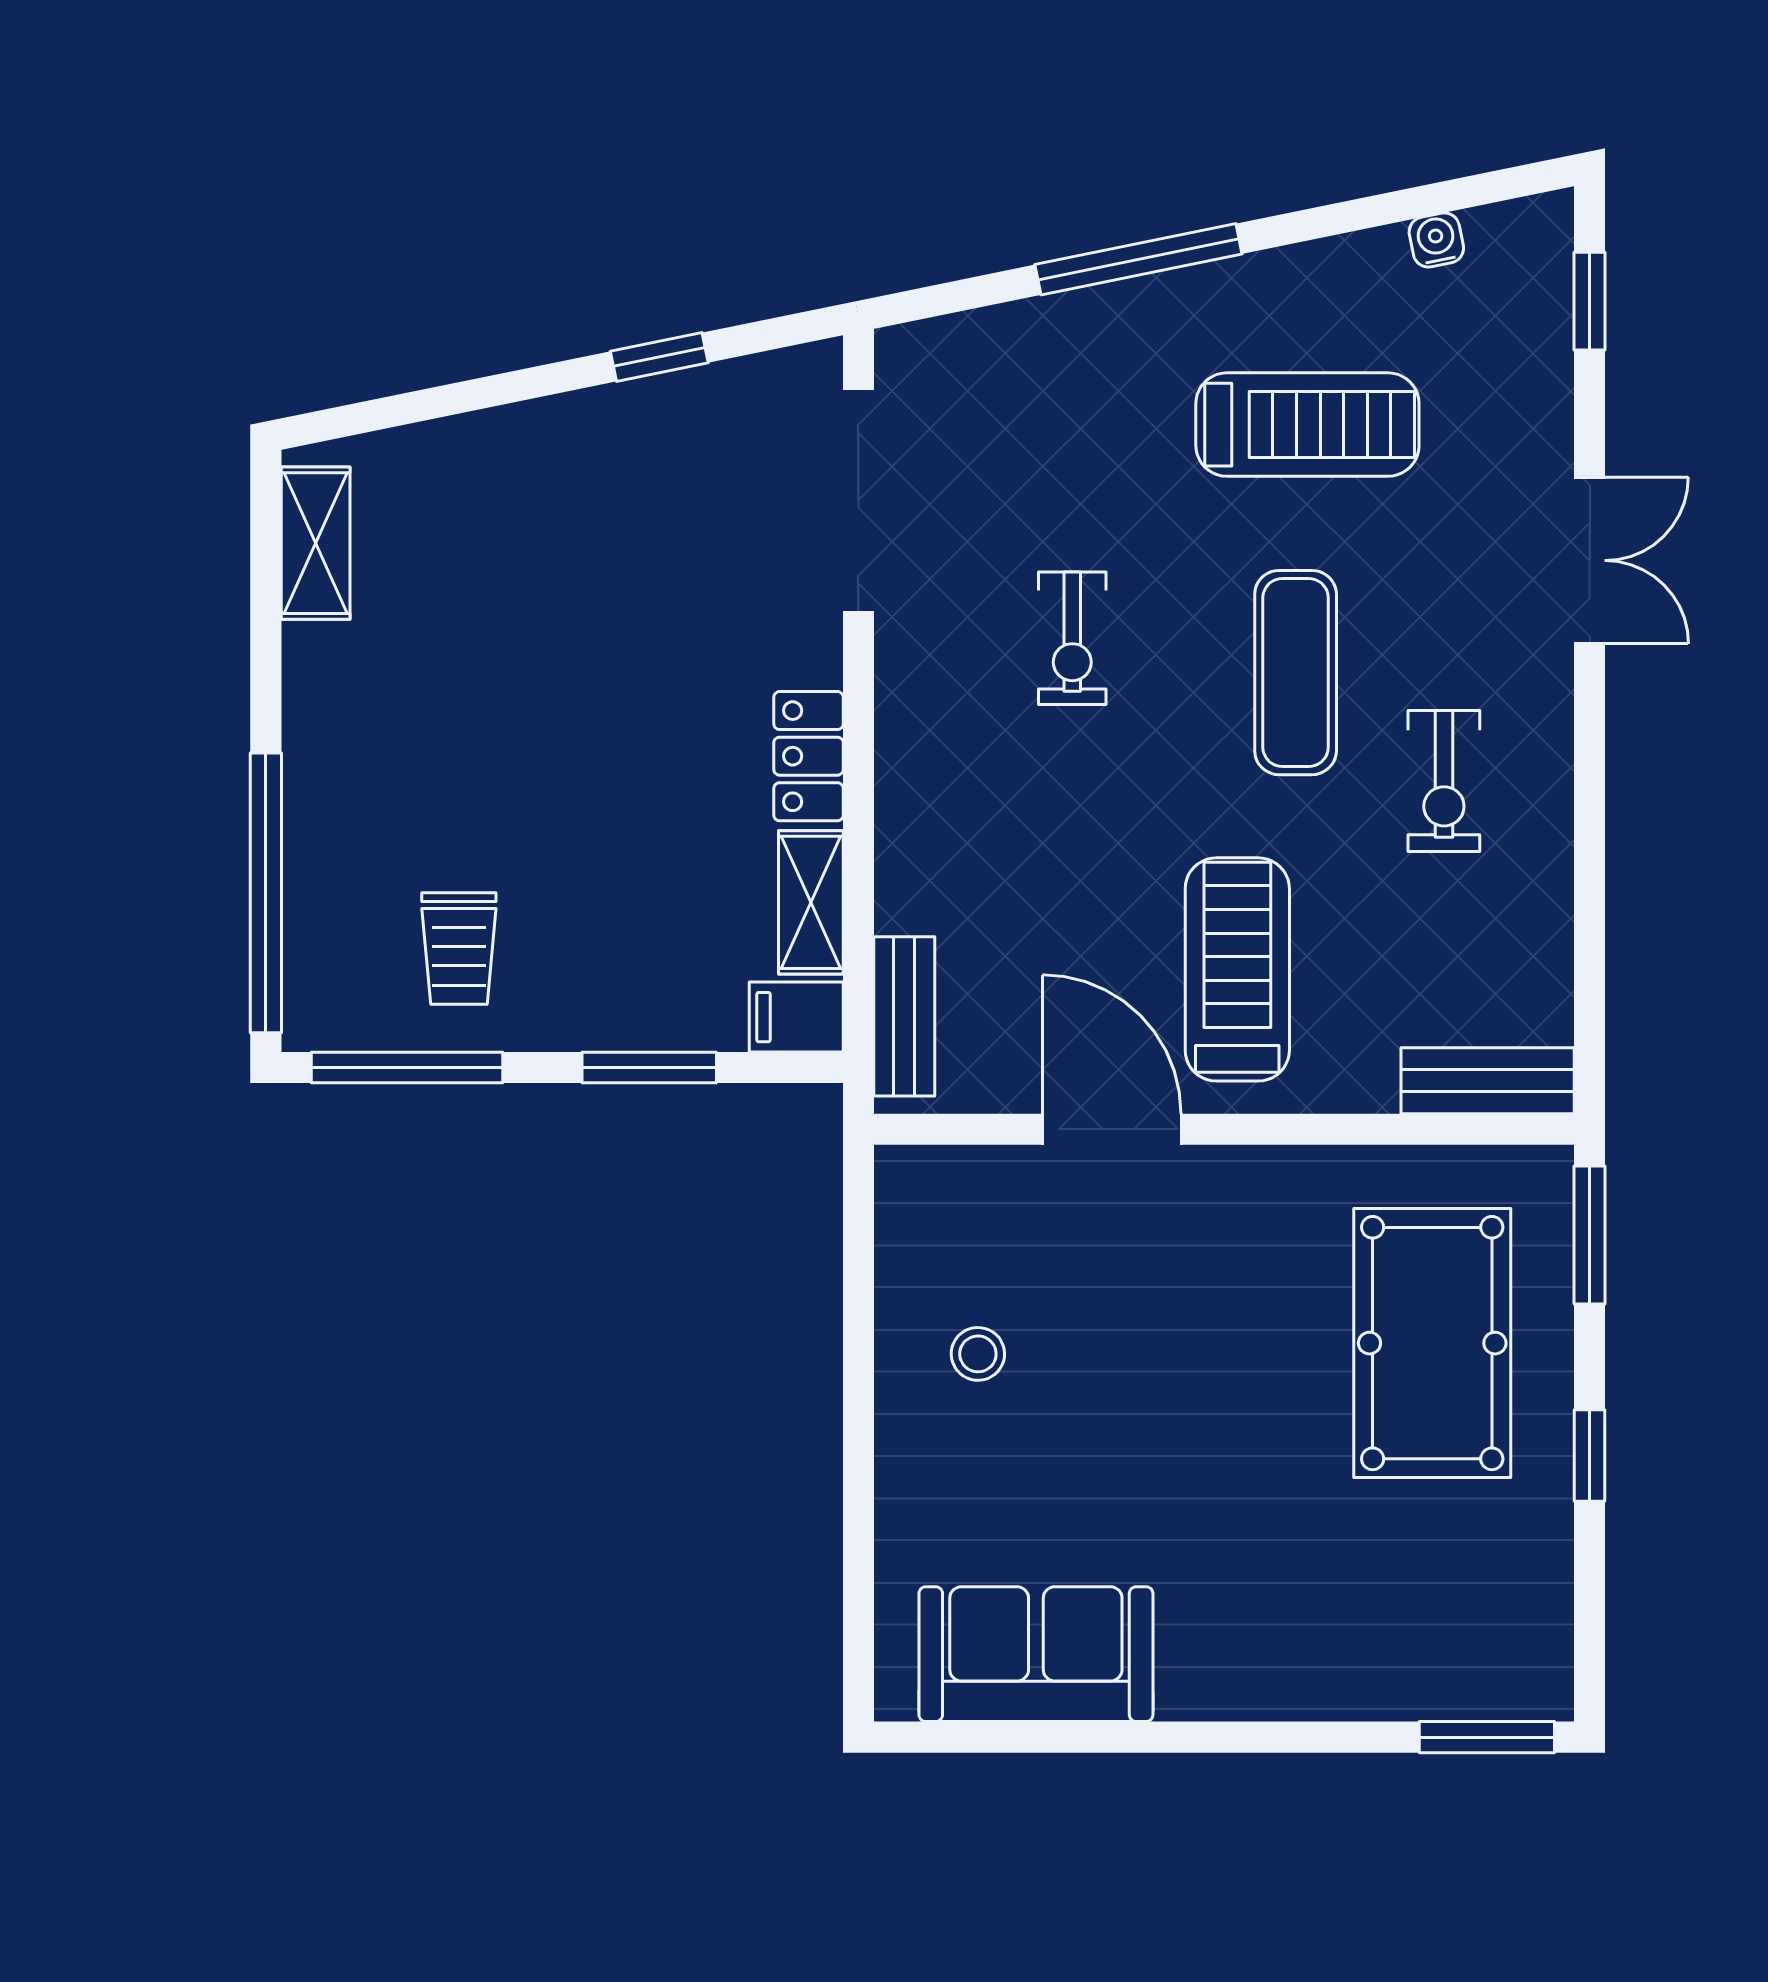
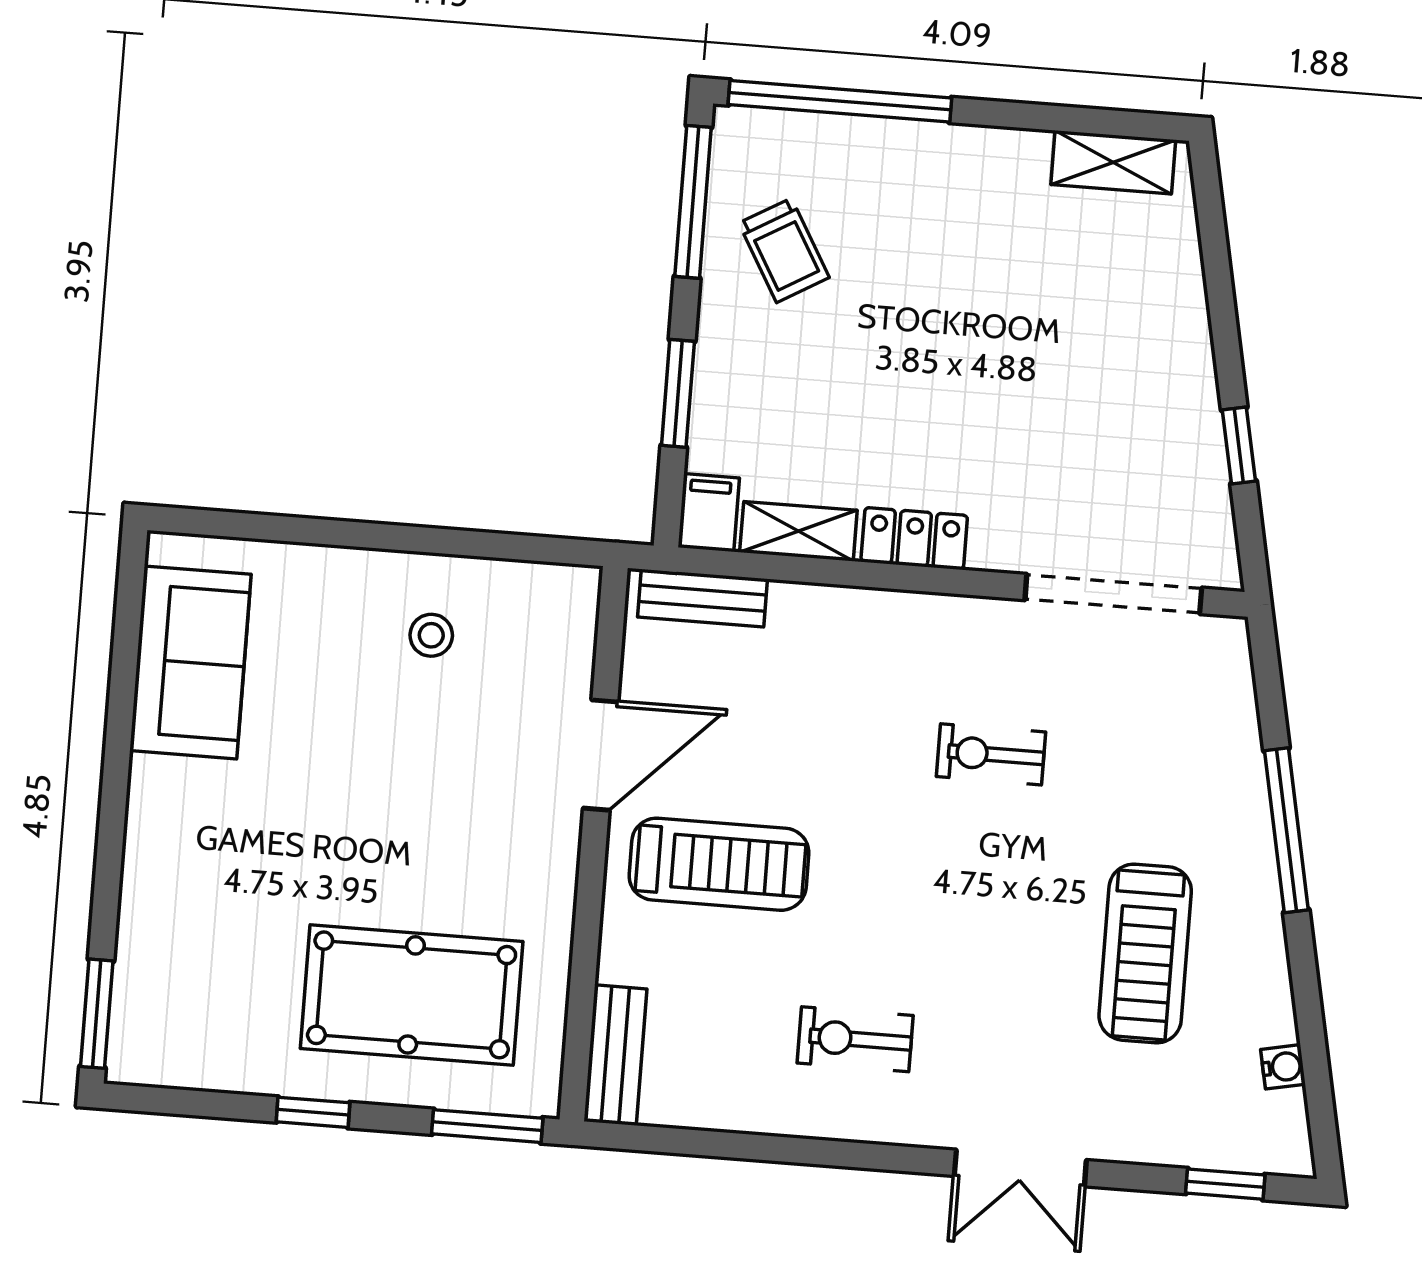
exercise mat: (1296, 673) -> (950, 929), removed
trolley: (459, 948) -> (784, 250), turned -120

